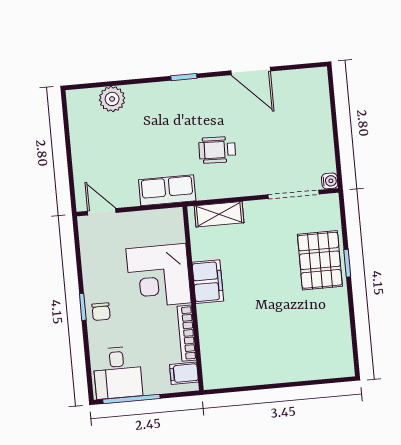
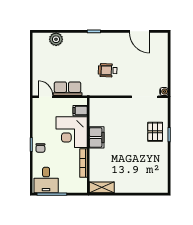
door: (251, 71) -> (140, 31), moved
row of seats: (167, 190) -> (68, 89), moved
shelving: (219, 214) -> (102, 187), moved
pallet: (320, 260) -> (155, 132), width x0.67, depth x0.71
filing cabinet: (184, 373) -> (80, 111), moved

